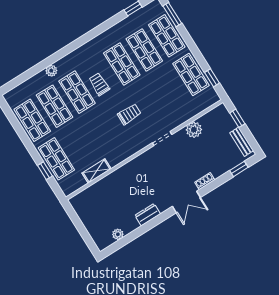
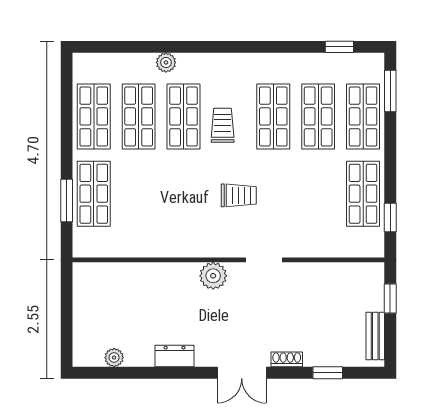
plant: (194, 130) -> (213, 276), moved
window: (239, 169) -> (328, 373), moved
window: (45, 171) -> (67, 200), width x1.50
shelving: (97, 171) -> (141, 247), removed

